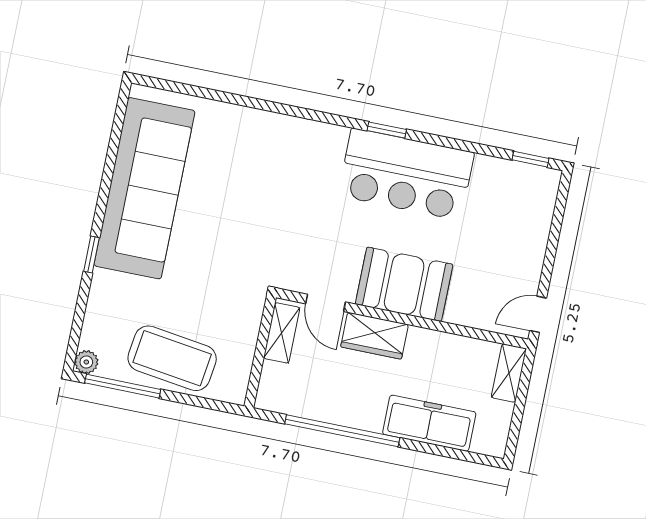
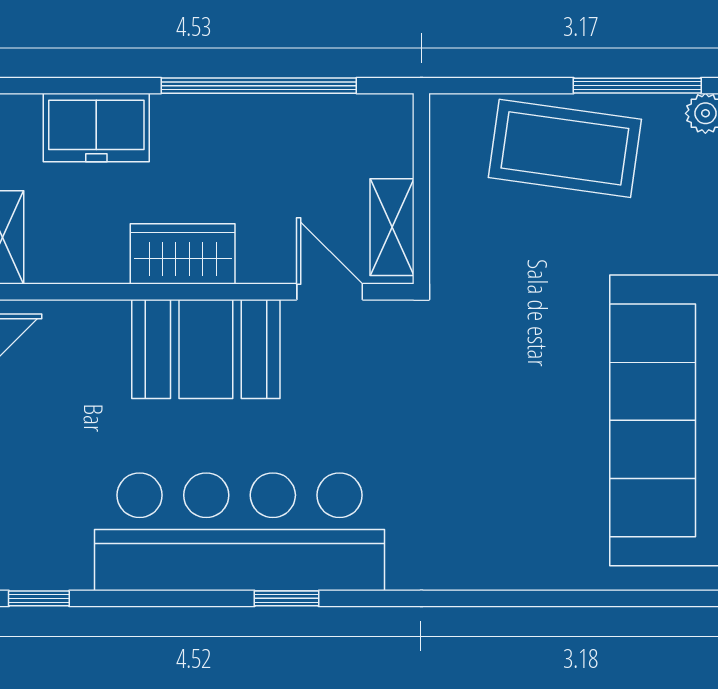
bar counter: (406, 174) -> (240, 532), width x1.36
wardrobe: (375, 336) -> (183, 254), moved
freezer: (429, 423) -> (96, 128), width x0.71

